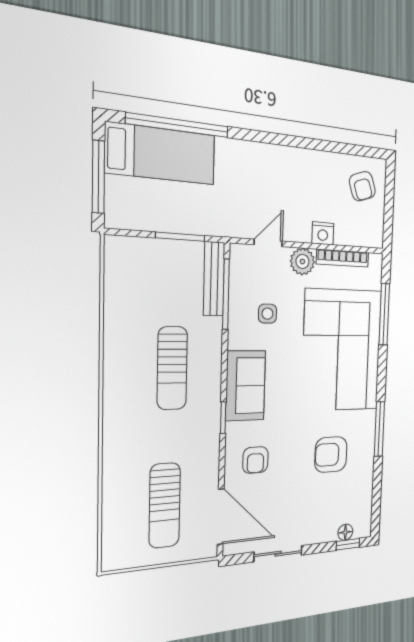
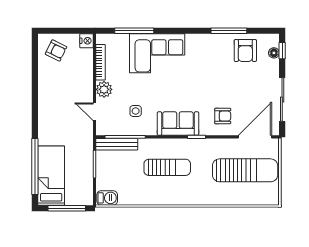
armchair: (362, 186) -> (56, 50), turned 45
nightstand: (323, 233) -> (87, 41), moved
barbecue: (118, 256) -> (107, 198), added
corner sofa: (342, 350) -> (157, 53), width x0.73, depth x0.74
window: (379, 429) -> (229, 31), moved
armchair: (331, 454) -> (245, 51), moved
sun lounger: (165, 505) -> (245, 170), width x1.36, depth x1.34
sliding door: (278, 554) -> (282, 99), width x1.37

